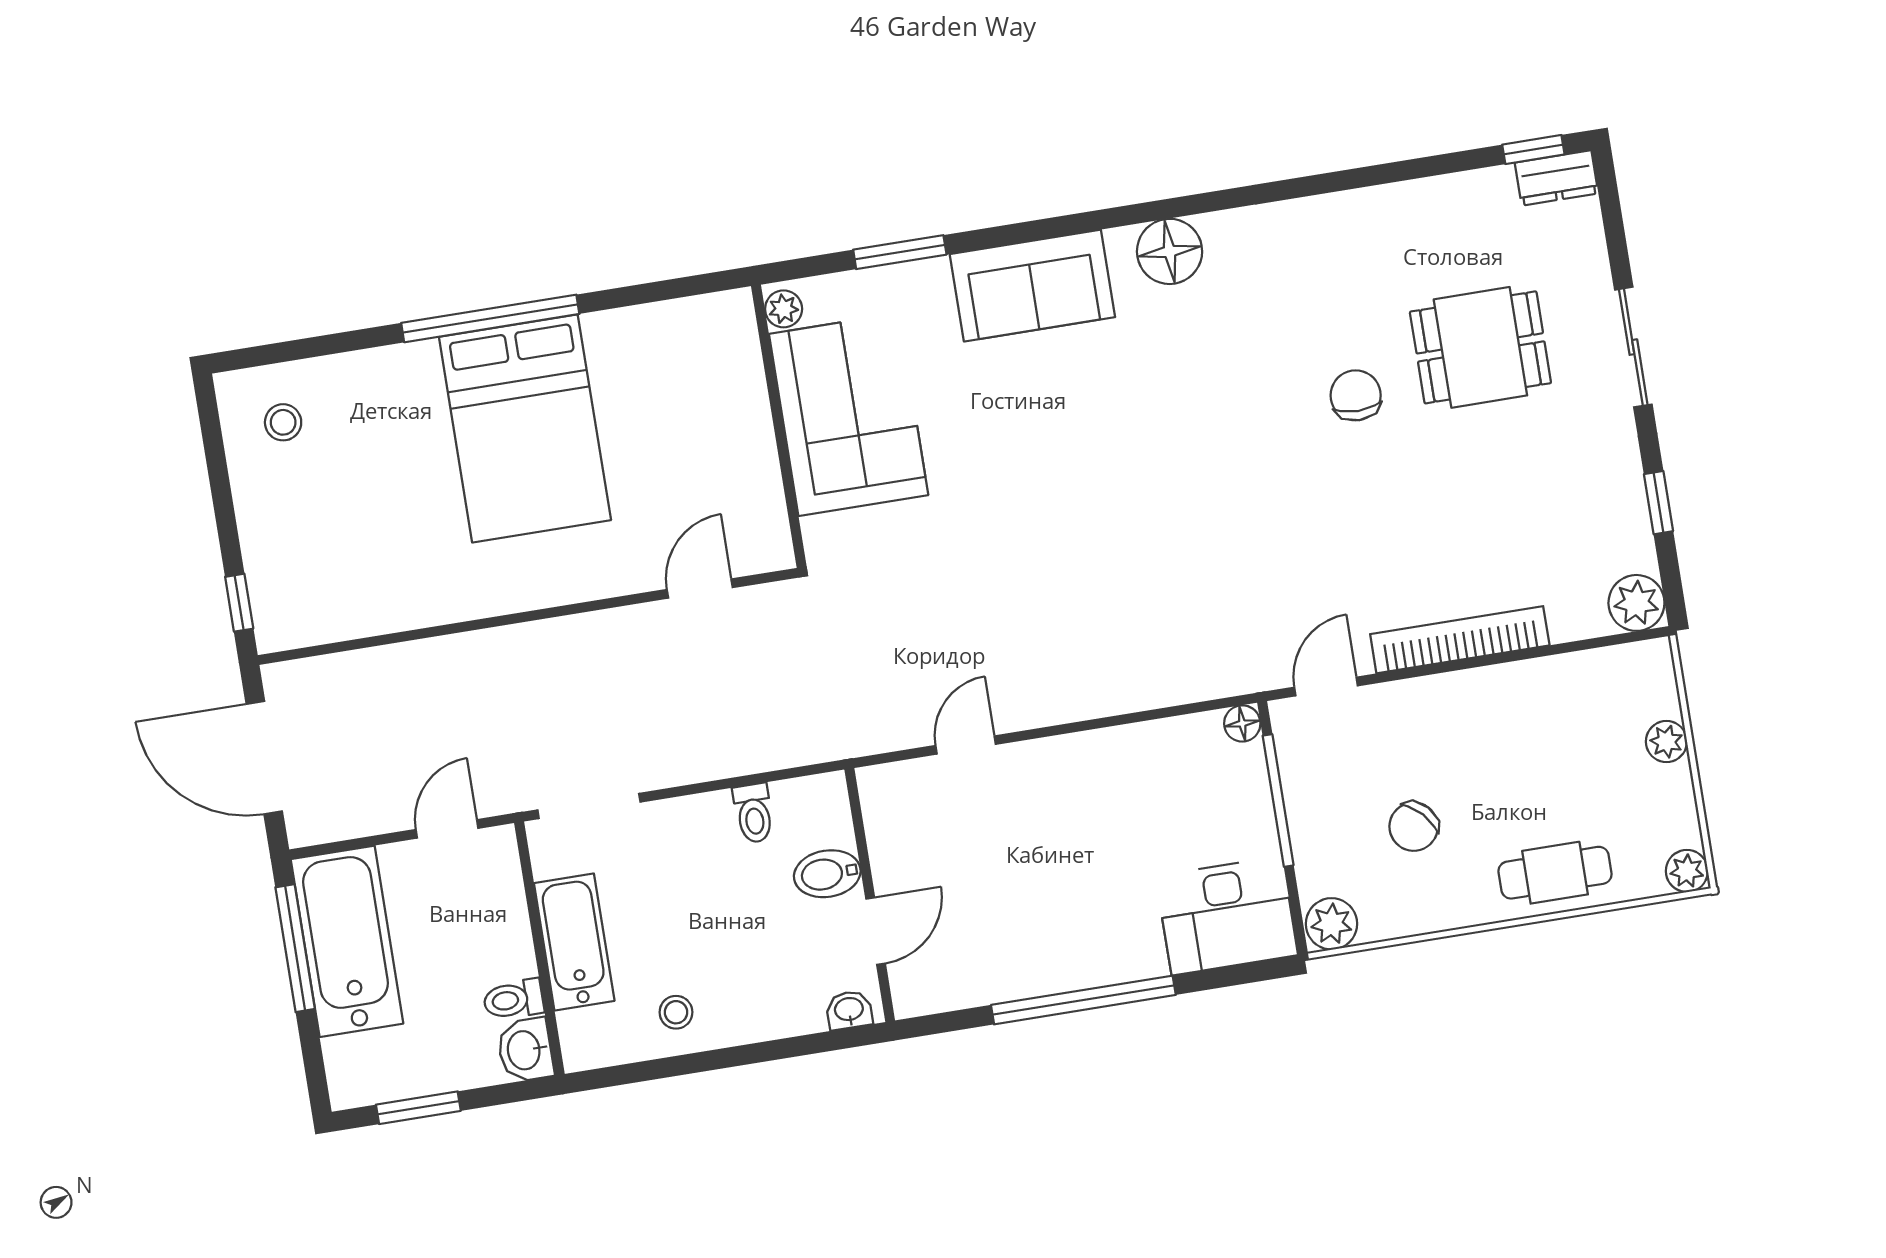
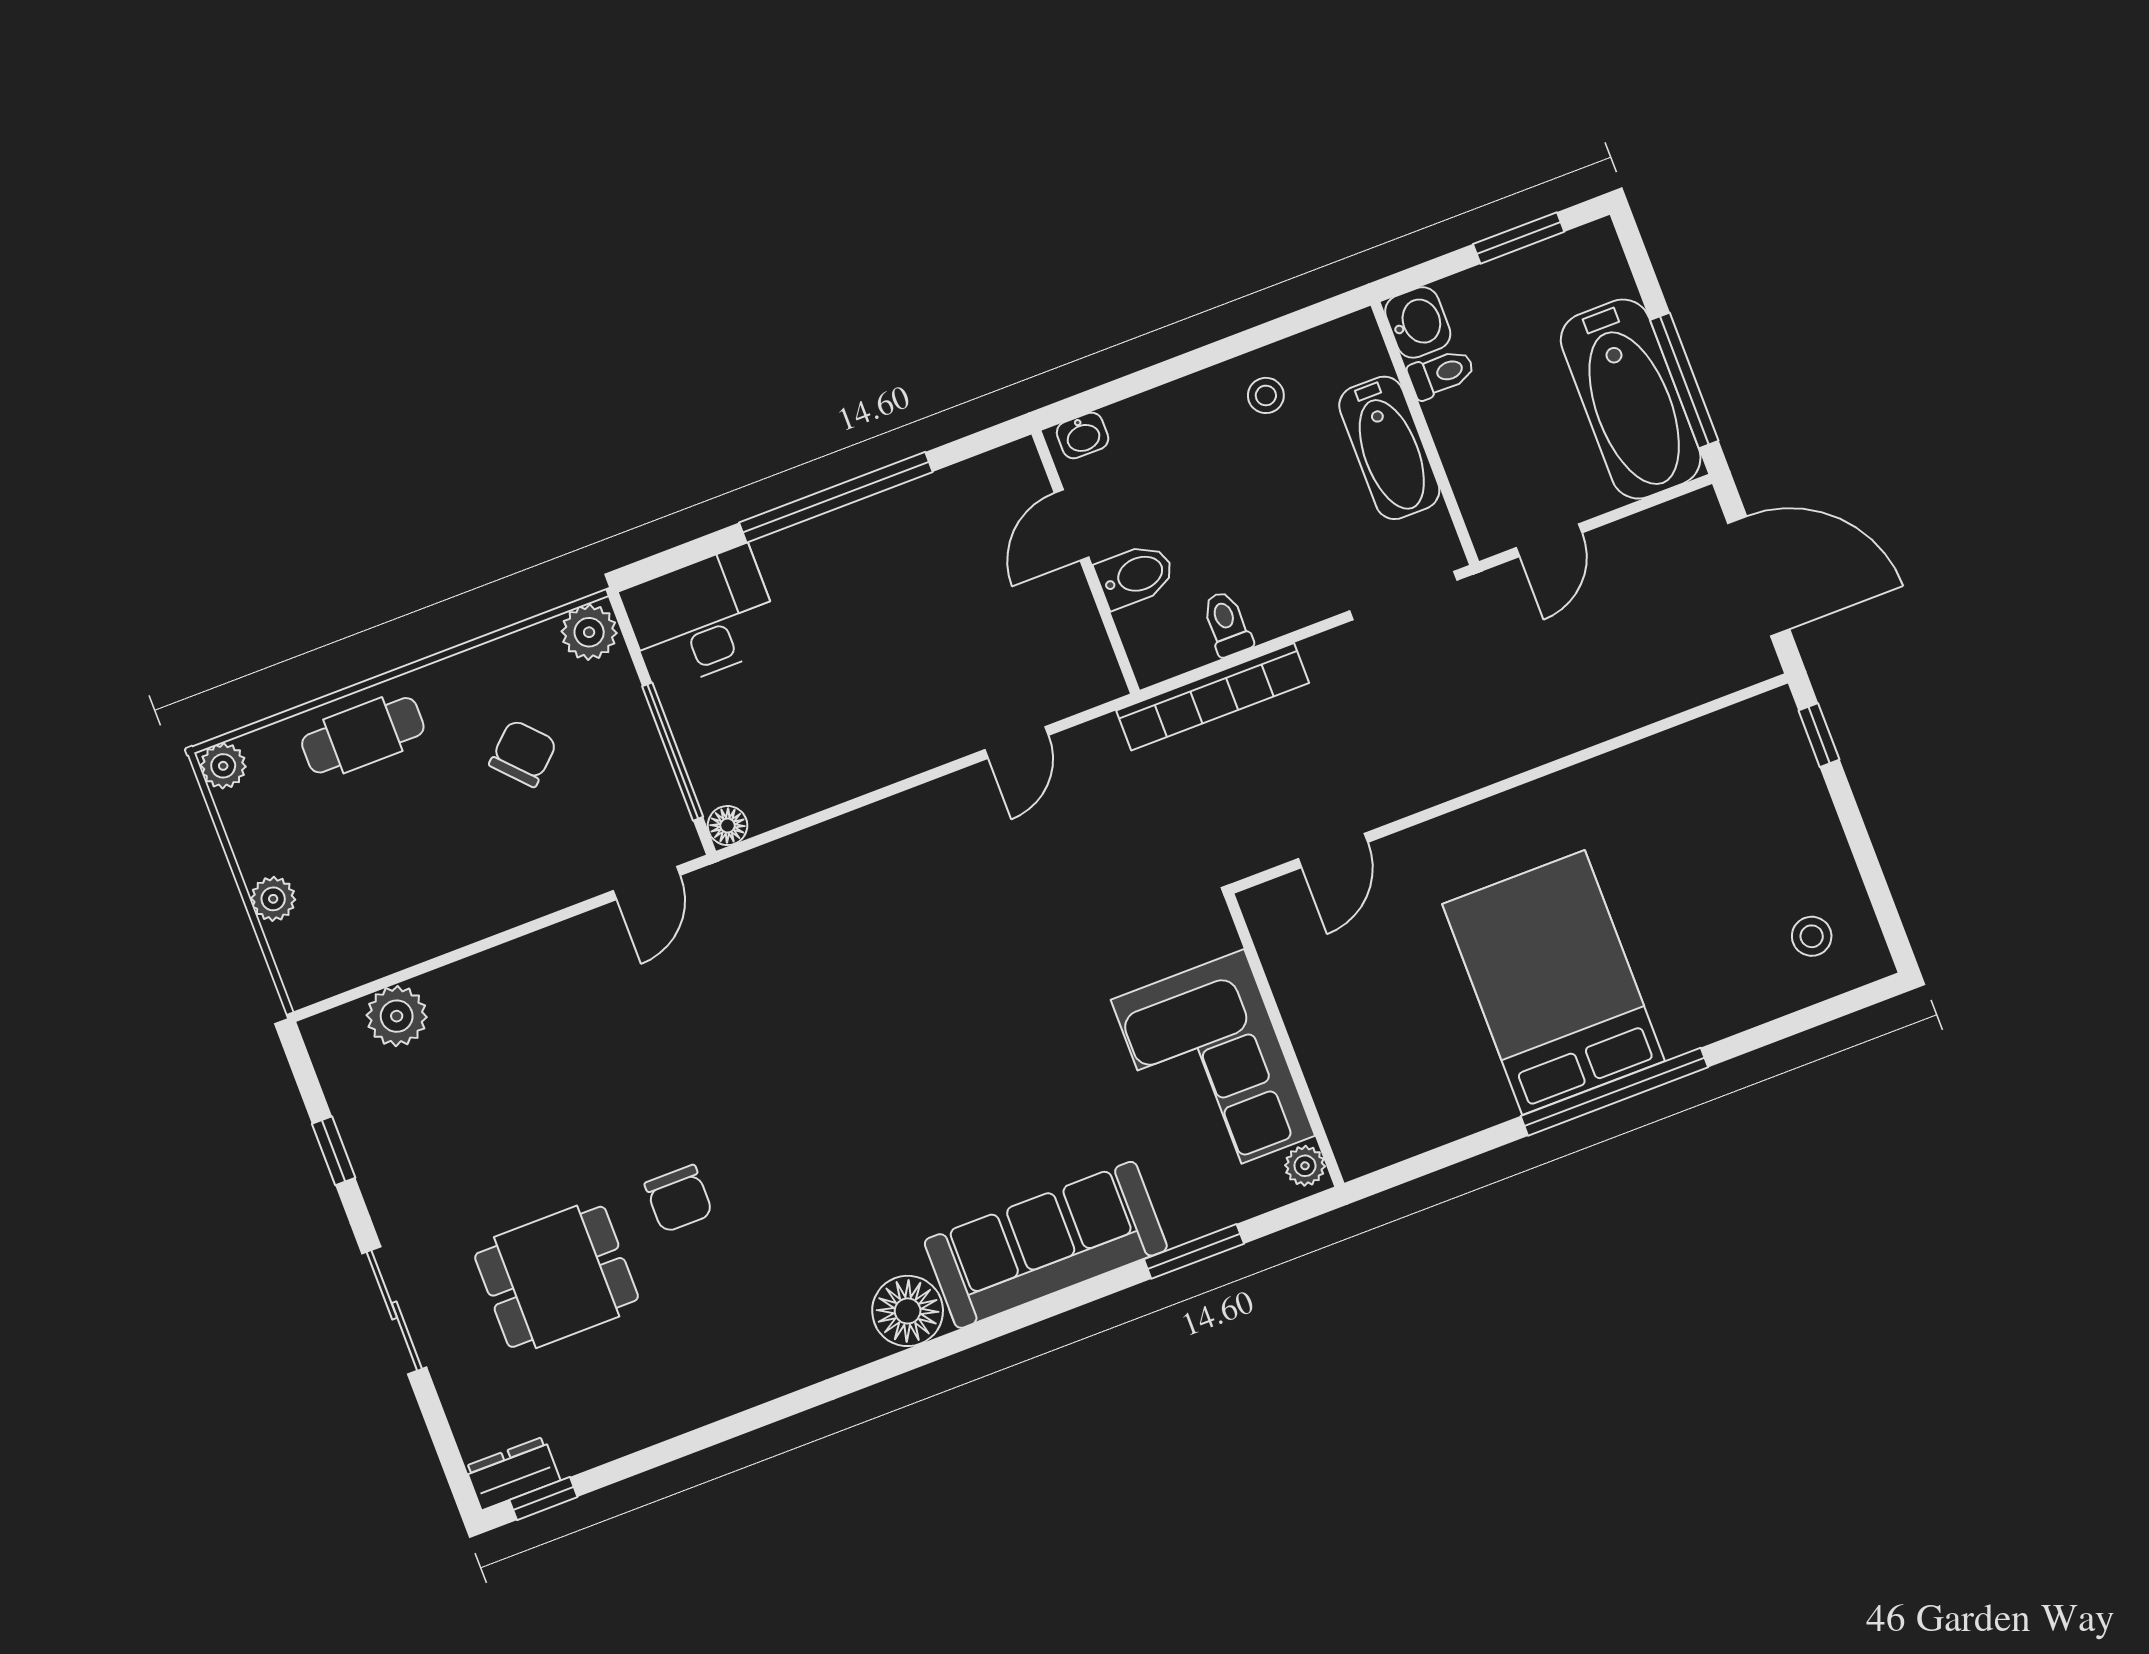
sofa: (1032, 286) -> (1046, 1245), width x1.36
plant: (1636, 603) -> (397, 1016), moved
bookcase: (1460, 640) -> (1213, 697), moved

